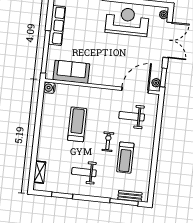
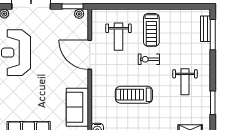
door: (135, 90) -> (90, 55), moved
treadmill: (125, 158) -> (151, 30), moved, turned 90

